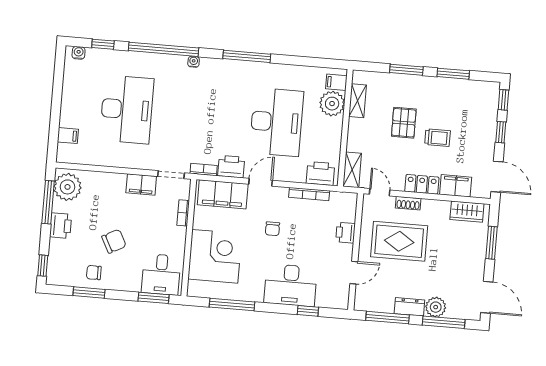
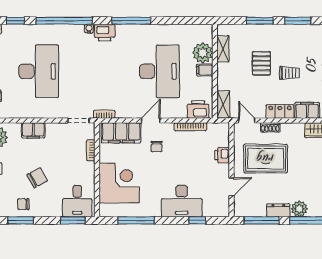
filing cabinet: (336, 82) -> (205, 70), moved
printer: (231, 167) -> (105, 33), moved, turned 180
filing cabinet: (141, 184) -> (33, 130), moved
chair: (272, 229) -> (157, 147), moved

